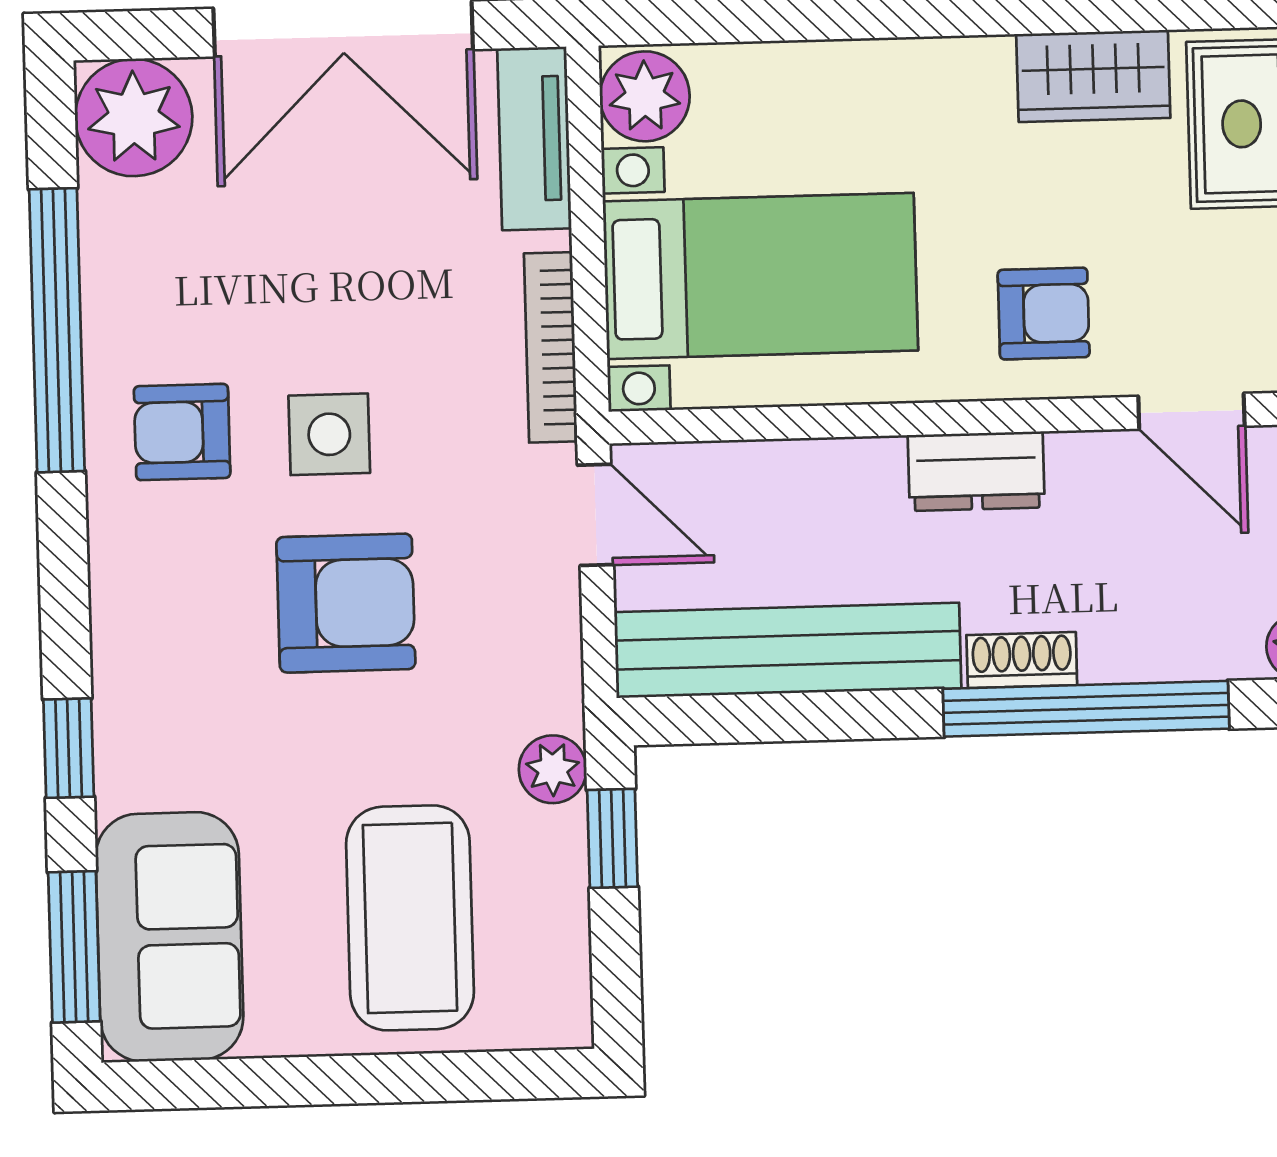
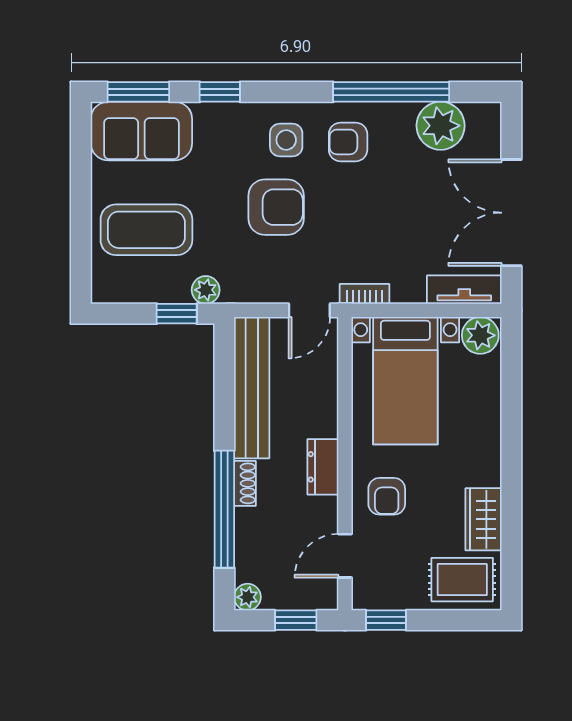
plant: (134, 117) -> (441, 126), moved
bookcase: (551, 347) -> (365, 294), width x0.64
armchair: (182, 432) -> (348, 142), turned -90
side table: (329, 434) -> (286, 140), moved
armchair: (346, 603) -> (276, 207), turned -90

